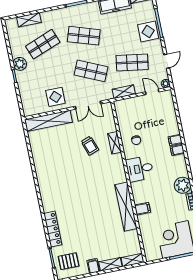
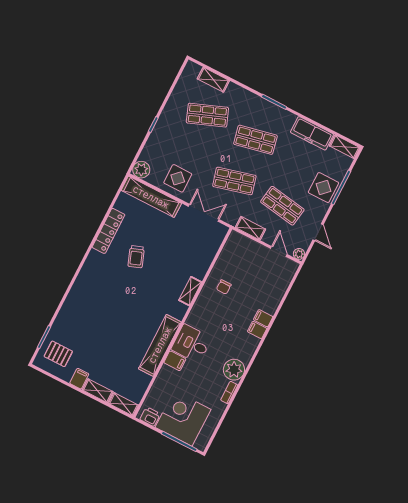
shop shelf: (84, 36) -> (255, 140), turned -30
door: (167, 61) -> (318, 232), hinge flipped
plant: (20, 64) -> (141, 170), moved
shop shelf: (91, 71) -> (234, 181), turned -39
double door: (88, 105) -> (204, 213), swing flipped
shelving: (115, 143) -> (190, 291), moved
trolley: (90, 146) -> (136, 257), moved
desk: (140, 169) -> (191, 344), moved
locker: (53, 229) -> (108, 231), moved
printer: (155, 254) -> (150, 417), added

